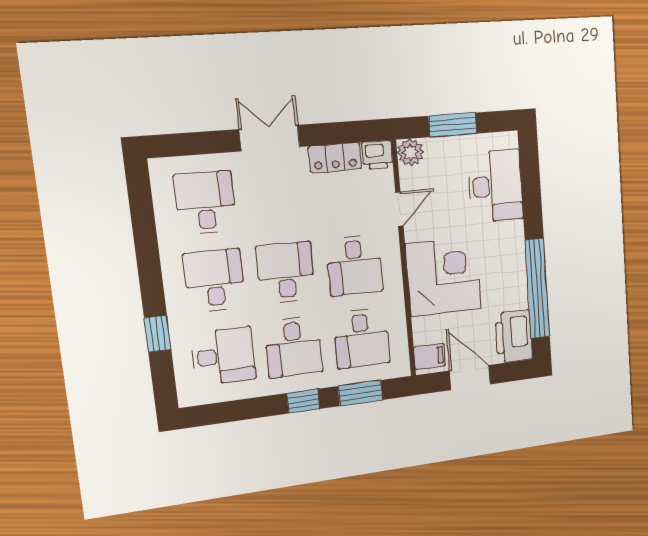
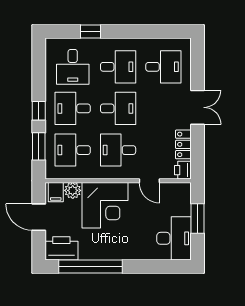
plant: (410, 152) -> (73, 190), moved
desk: (495, 186) -> (174, 238), moved, turned -90
door: (470, 378) -> (39, 217), swing flipped

